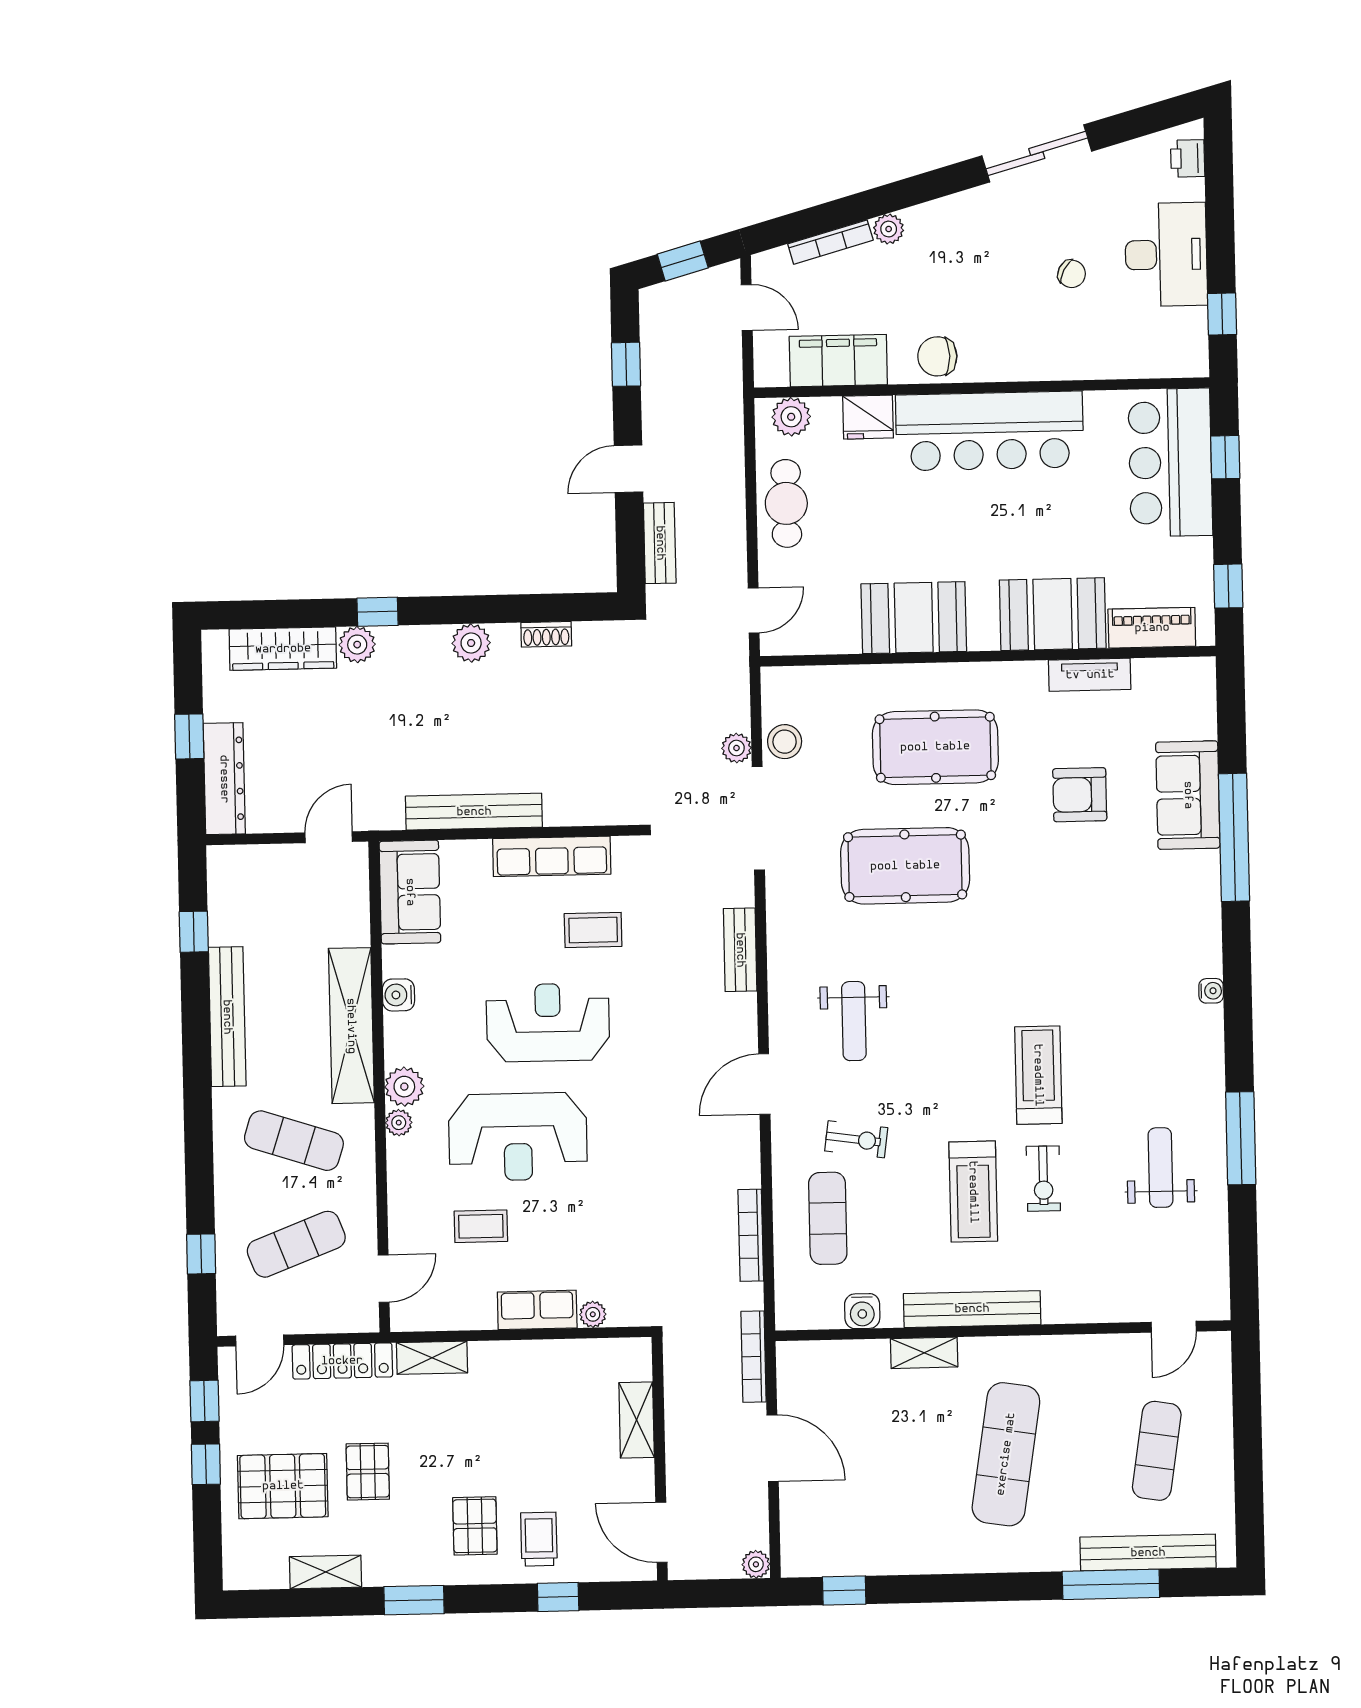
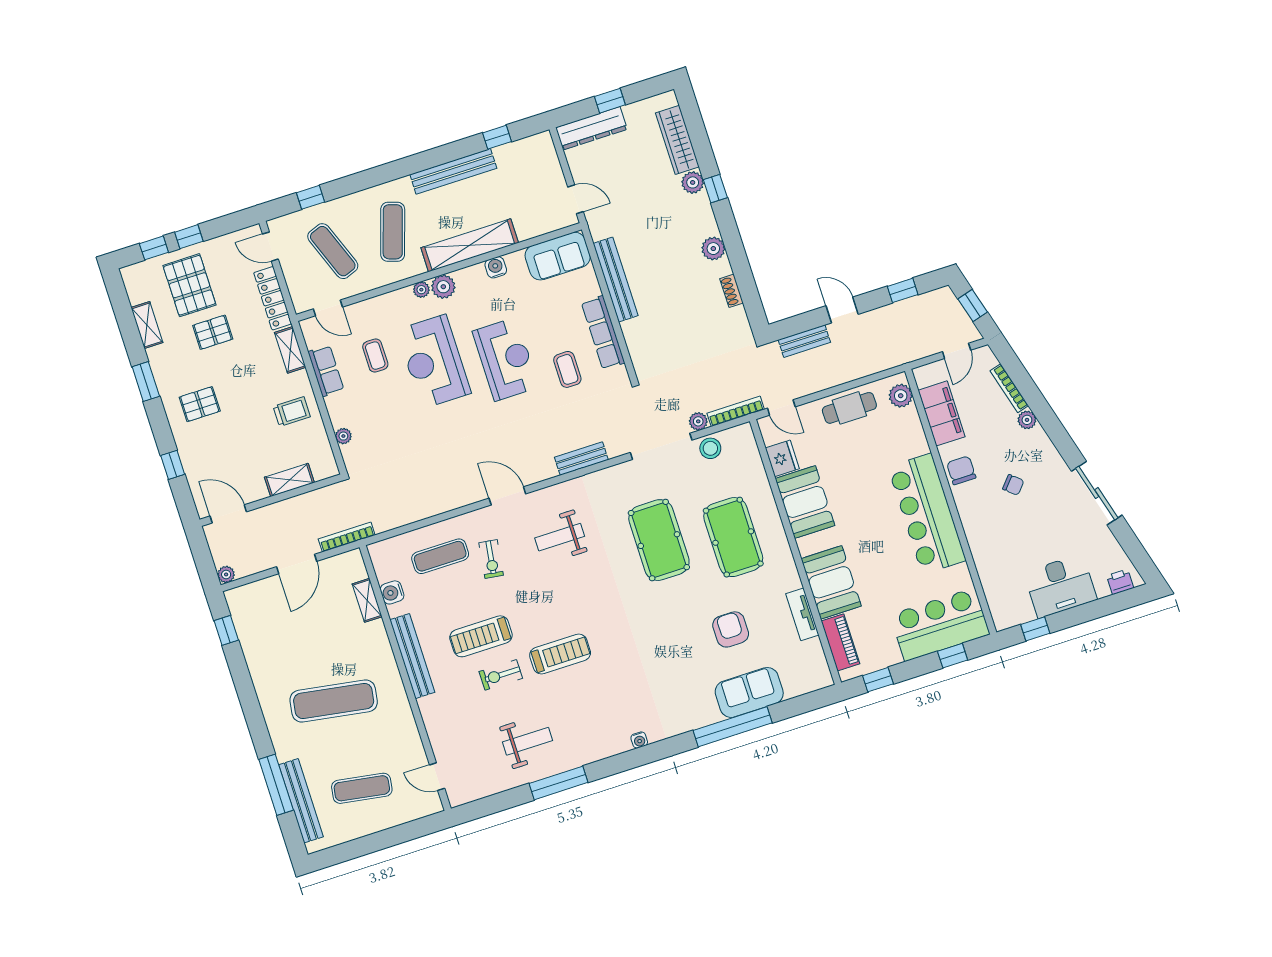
chair: (1072, 274) -> (1013, 485), moved, turned -77
fridge: (868, 417) -> (782, 458), moved, turned 180
bookcase: (751, 1235) -> (736, 411), moved
row of seats: (537, 1310) -> (326, 371), moved
shelving: (924, 1353) -> (367, 600), moved
window: (204, 1401) -> (154, 248), moved
door: (661, 1532) -> (228, 514), hinge flipped
trolley: (539, 1539) -> (292, 412), moved

